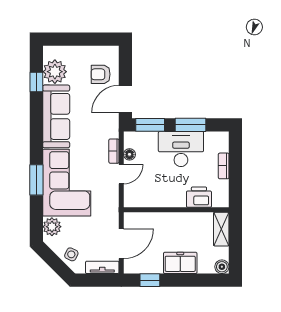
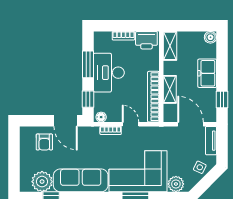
window: (150, 125) -> (88, 99), width x0.67
floor lamp: (129, 154) -> (101, 117), moved
printer: (199, 197) -> (146, 40), moved, turned -90
bookcase: (153, 201) -> (153, 97), added
shelving: (162, 220) -> (170, 89), added
shelving: (221, 229) -> (170, 46), moved, turned 90

